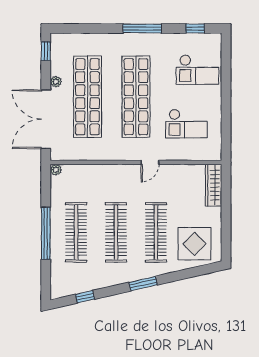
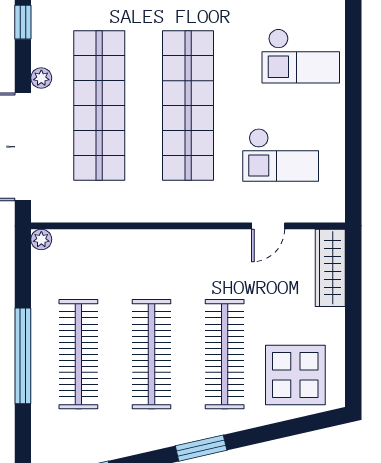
door: (150, 162) -> (268, 226), moved

